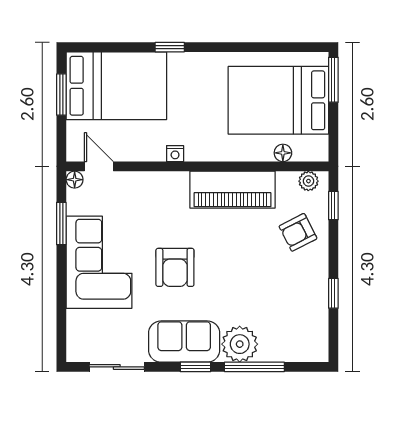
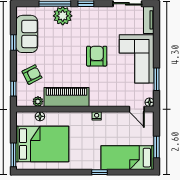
bed: (116, 86) -> (128, 158), width x0.67
plant: (308, 181) -> (38, 102), moved
tv unit: (76, 336) -> (149, 20), added
sofa: (184, 342) -> (27, 34), moved, turned -90

